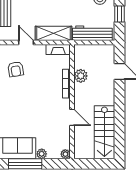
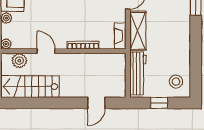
plant: (81, 76) -> (19, 61), moved
door: (72, 117) -> (46, 51), swing flipped

